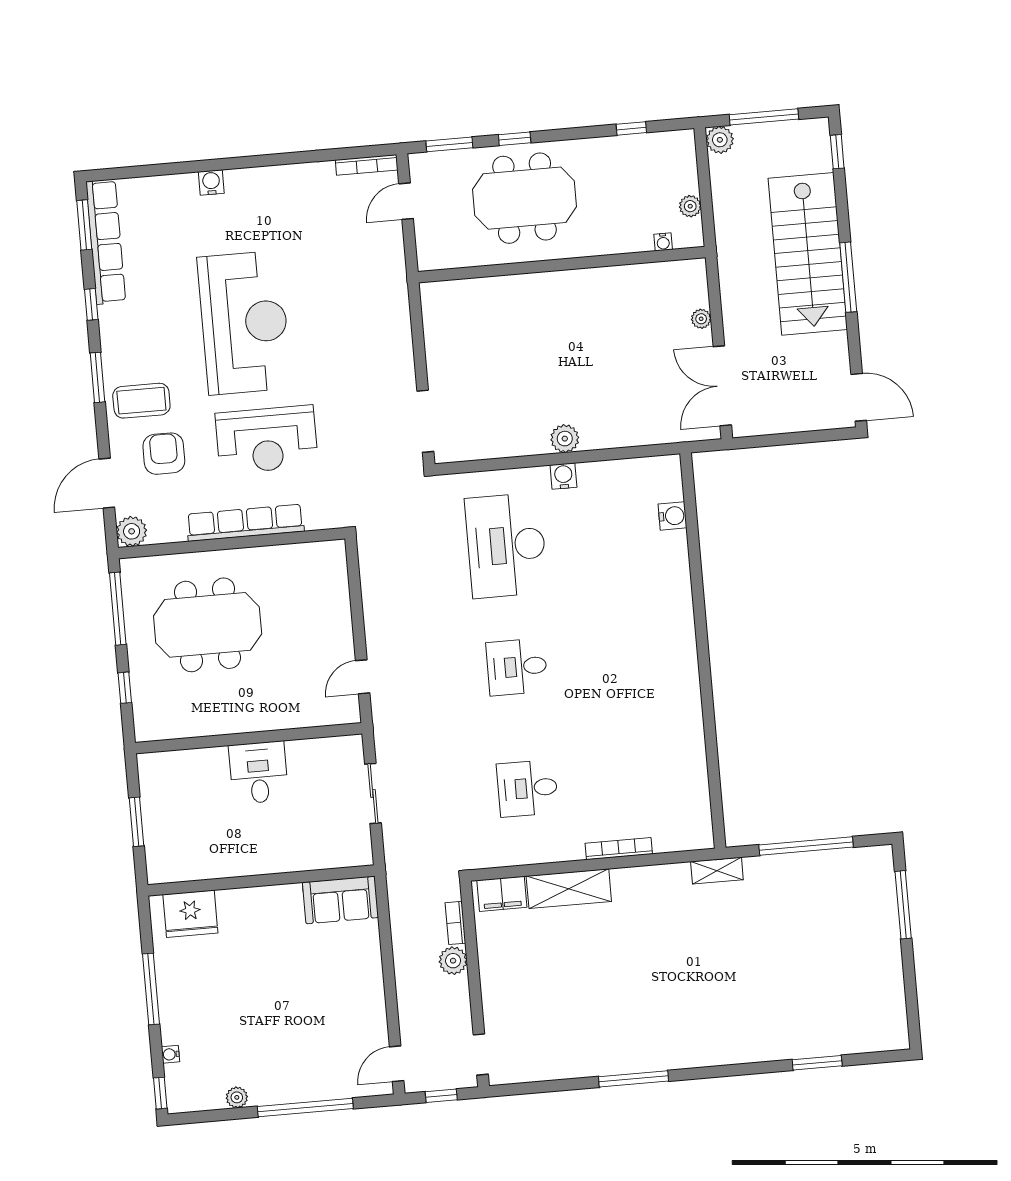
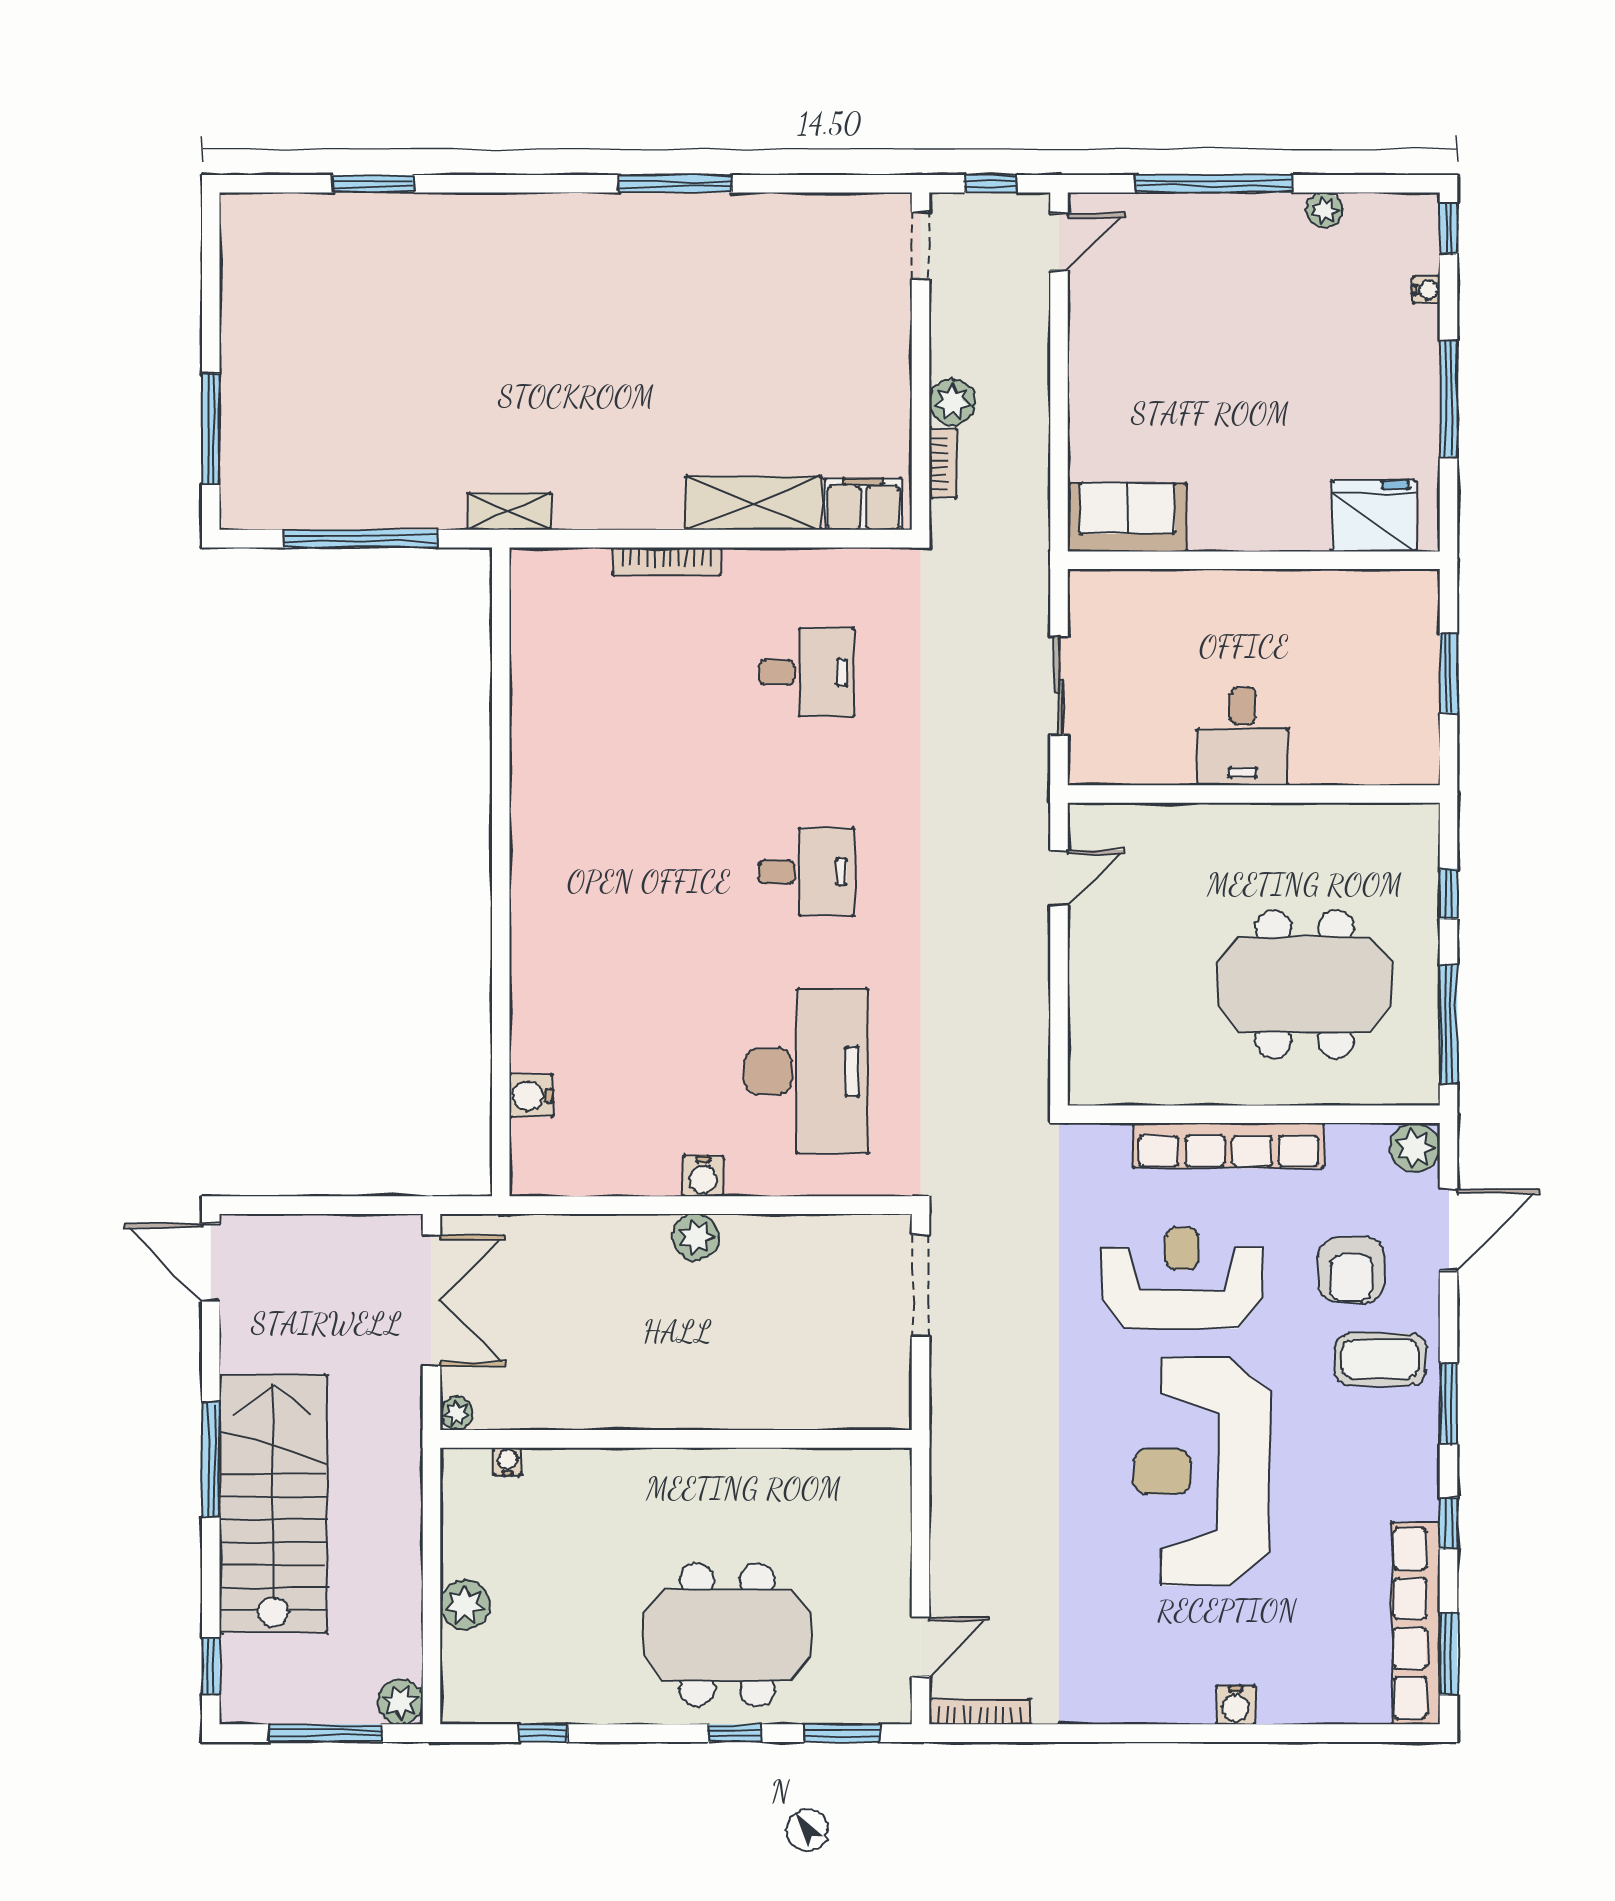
plant: (690, 206) -> (465, 1605), width x1.38, depth x1.38
water cooler: (663, 242) -> (507, 1462), moved
wall: (562, 265) -> (676, 1439), moved

